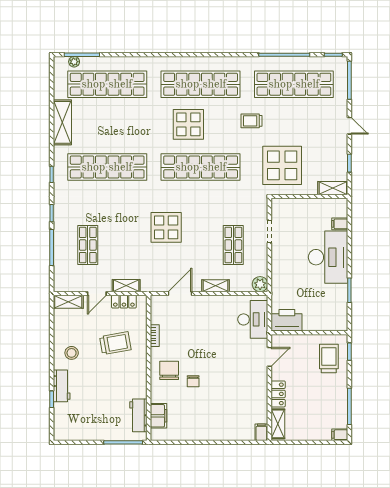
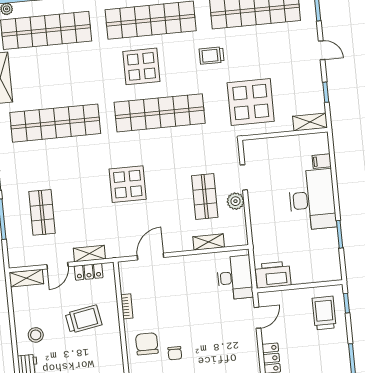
plant: (260, 284) -> (235, 201), moved
shelving: (216, 286) -> (209, 242), moved

